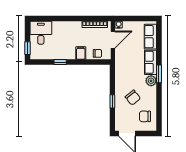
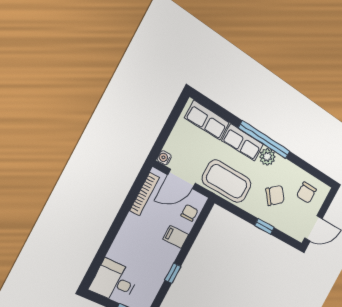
door: (113, 40) -> (182, 179), swing flipped
coffee table: (125, 65) -> (227, 181), added
window: (159, 74) -> (265, 140), width x2.11

